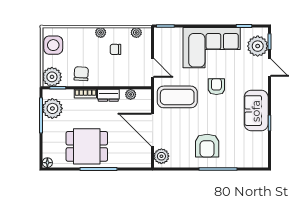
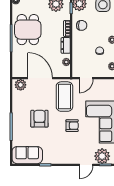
sofa: (256, 111) -> (27, 155), moved
door: (152, 130) -> (40, 78), hinge flipped
armchair: (207, 146) -> (39, 119), moved, turned 90

